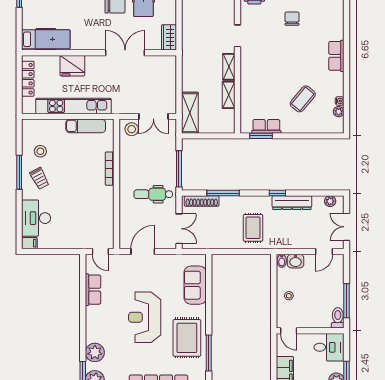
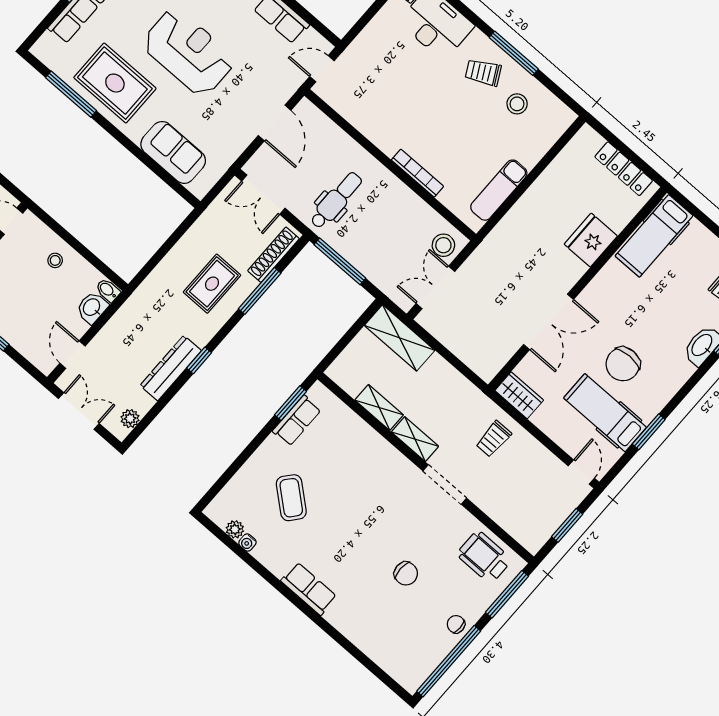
trolley: (198, 32) -> (494, 439), added
doorway: (237, 36) -> (445, 484), width x1.38
kitchen unit: (73, 106) -> (538, 197), removed
rug: (253, 228) -> (212, 284), moved, turned 90

